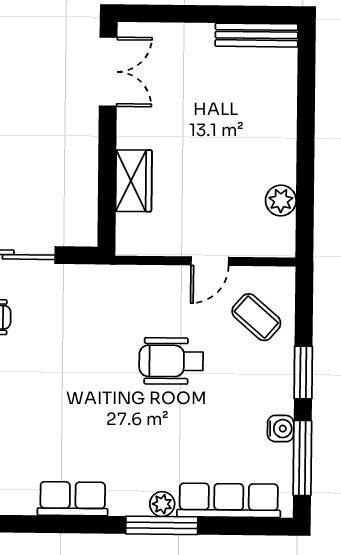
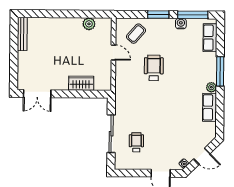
double door: (108, 72) -> (37, 94), swing flipped
wheelchair: (171, 361) -> (154, 68), turned 180
row of seats: (229, 500) -> (210, 38), width x0.68
plant: (162, 504) -> (211, 87), moved

